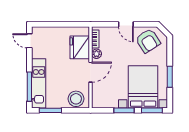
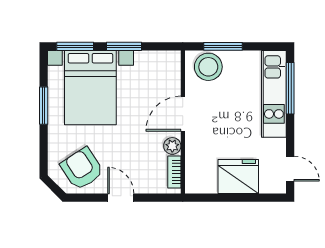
fridge: (80, 47) -> (238, 177), moved, turned -90
window: (50, 110) -> (223, 46), moved

